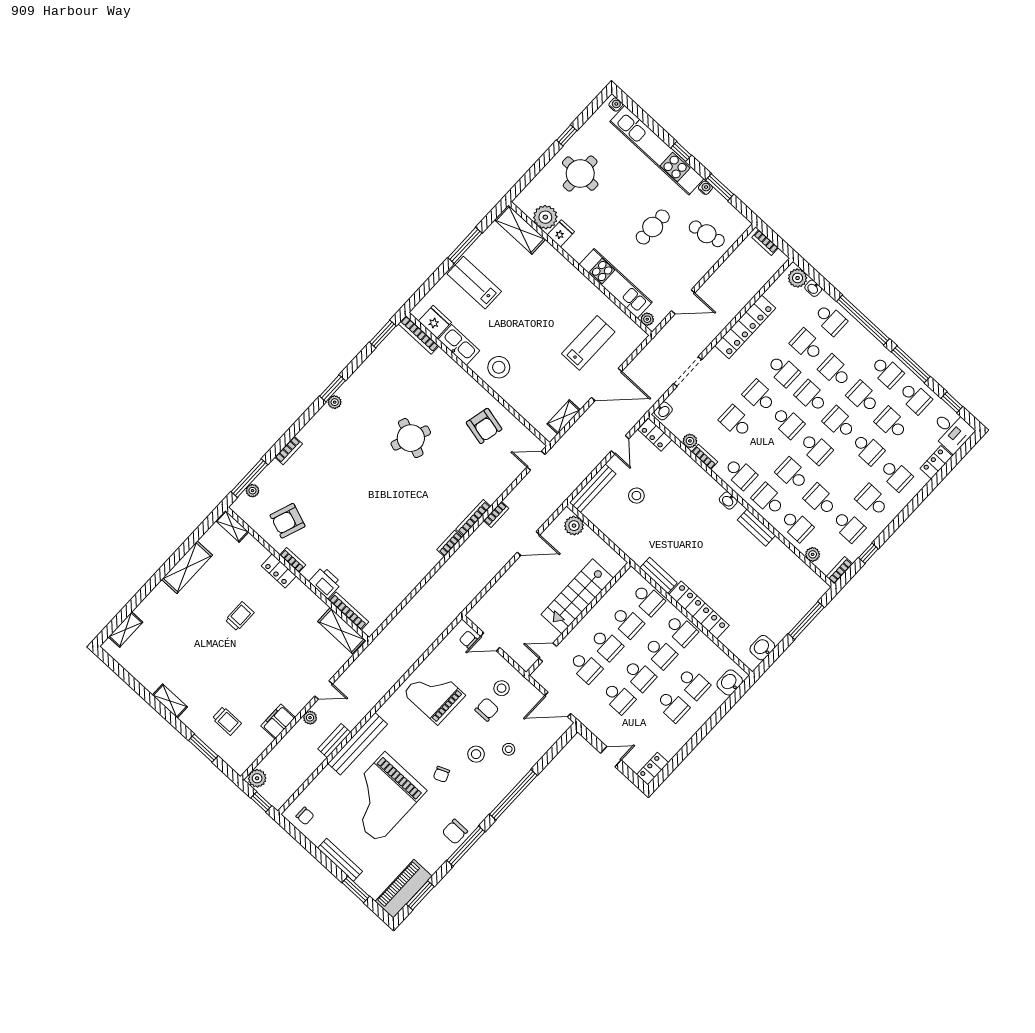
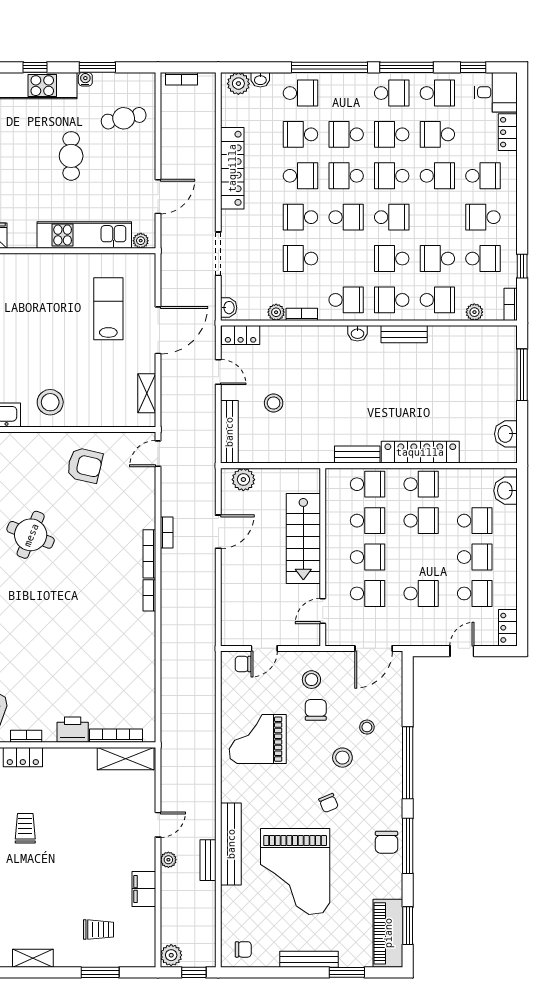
school desk: (639, 675) -> (475, 593), moved

